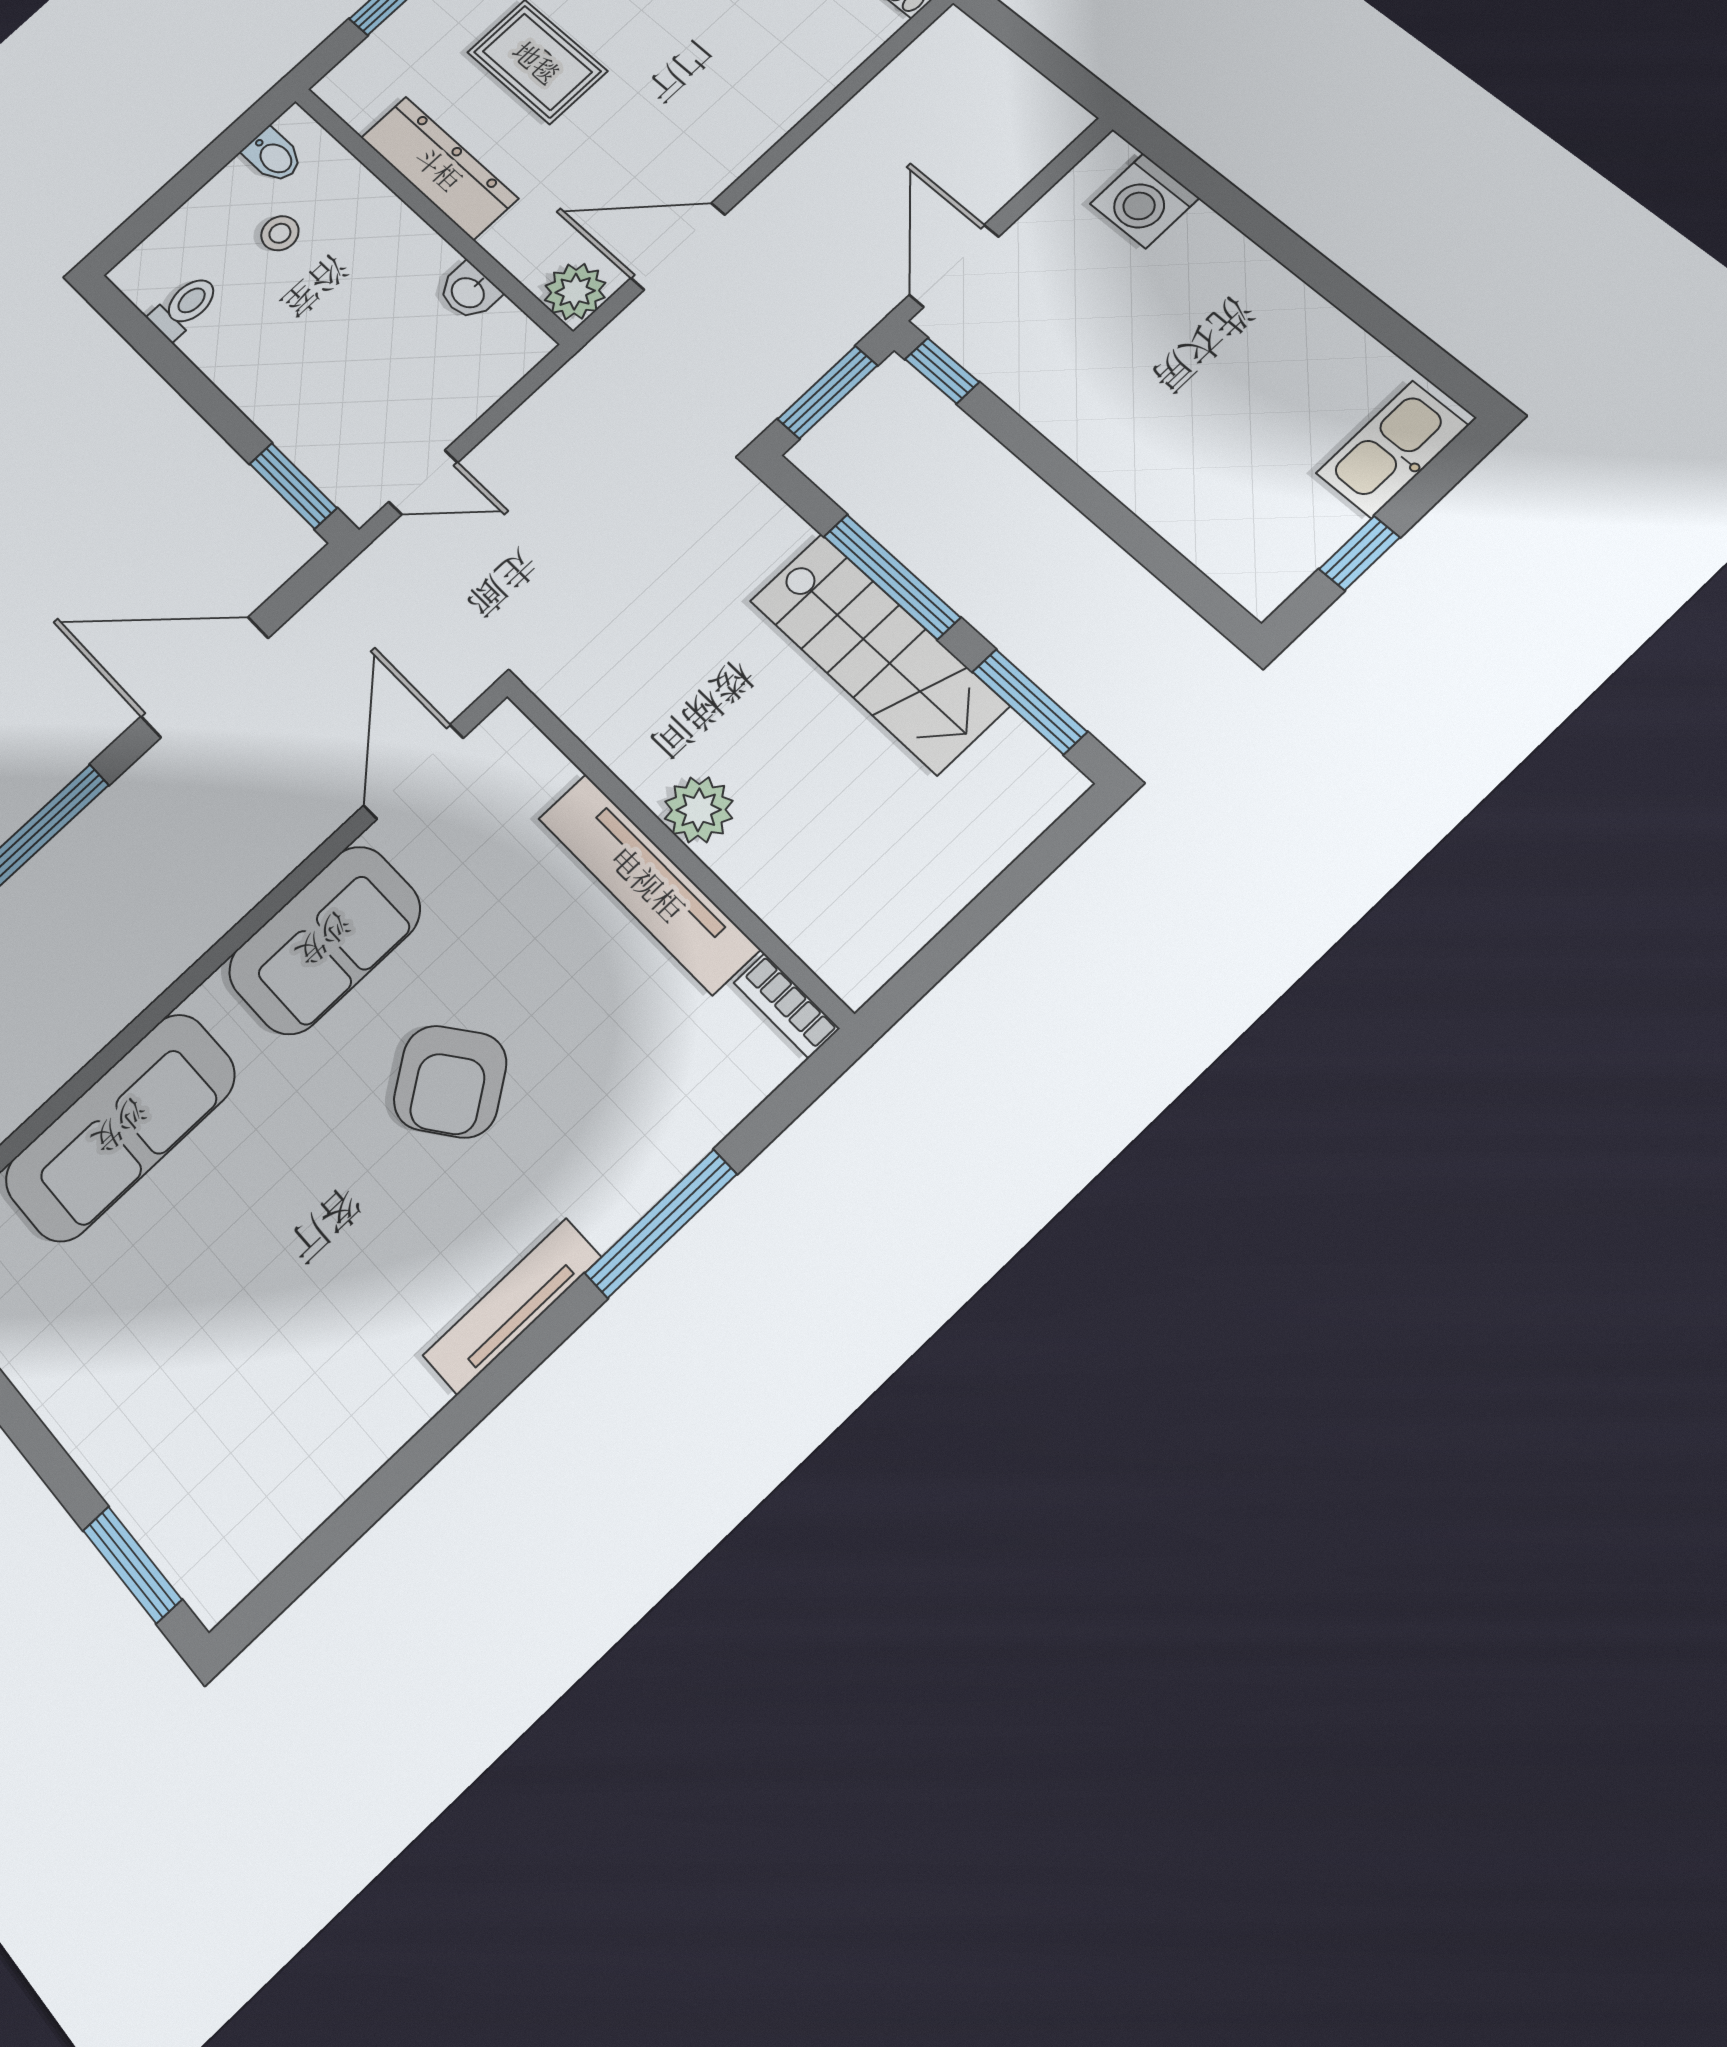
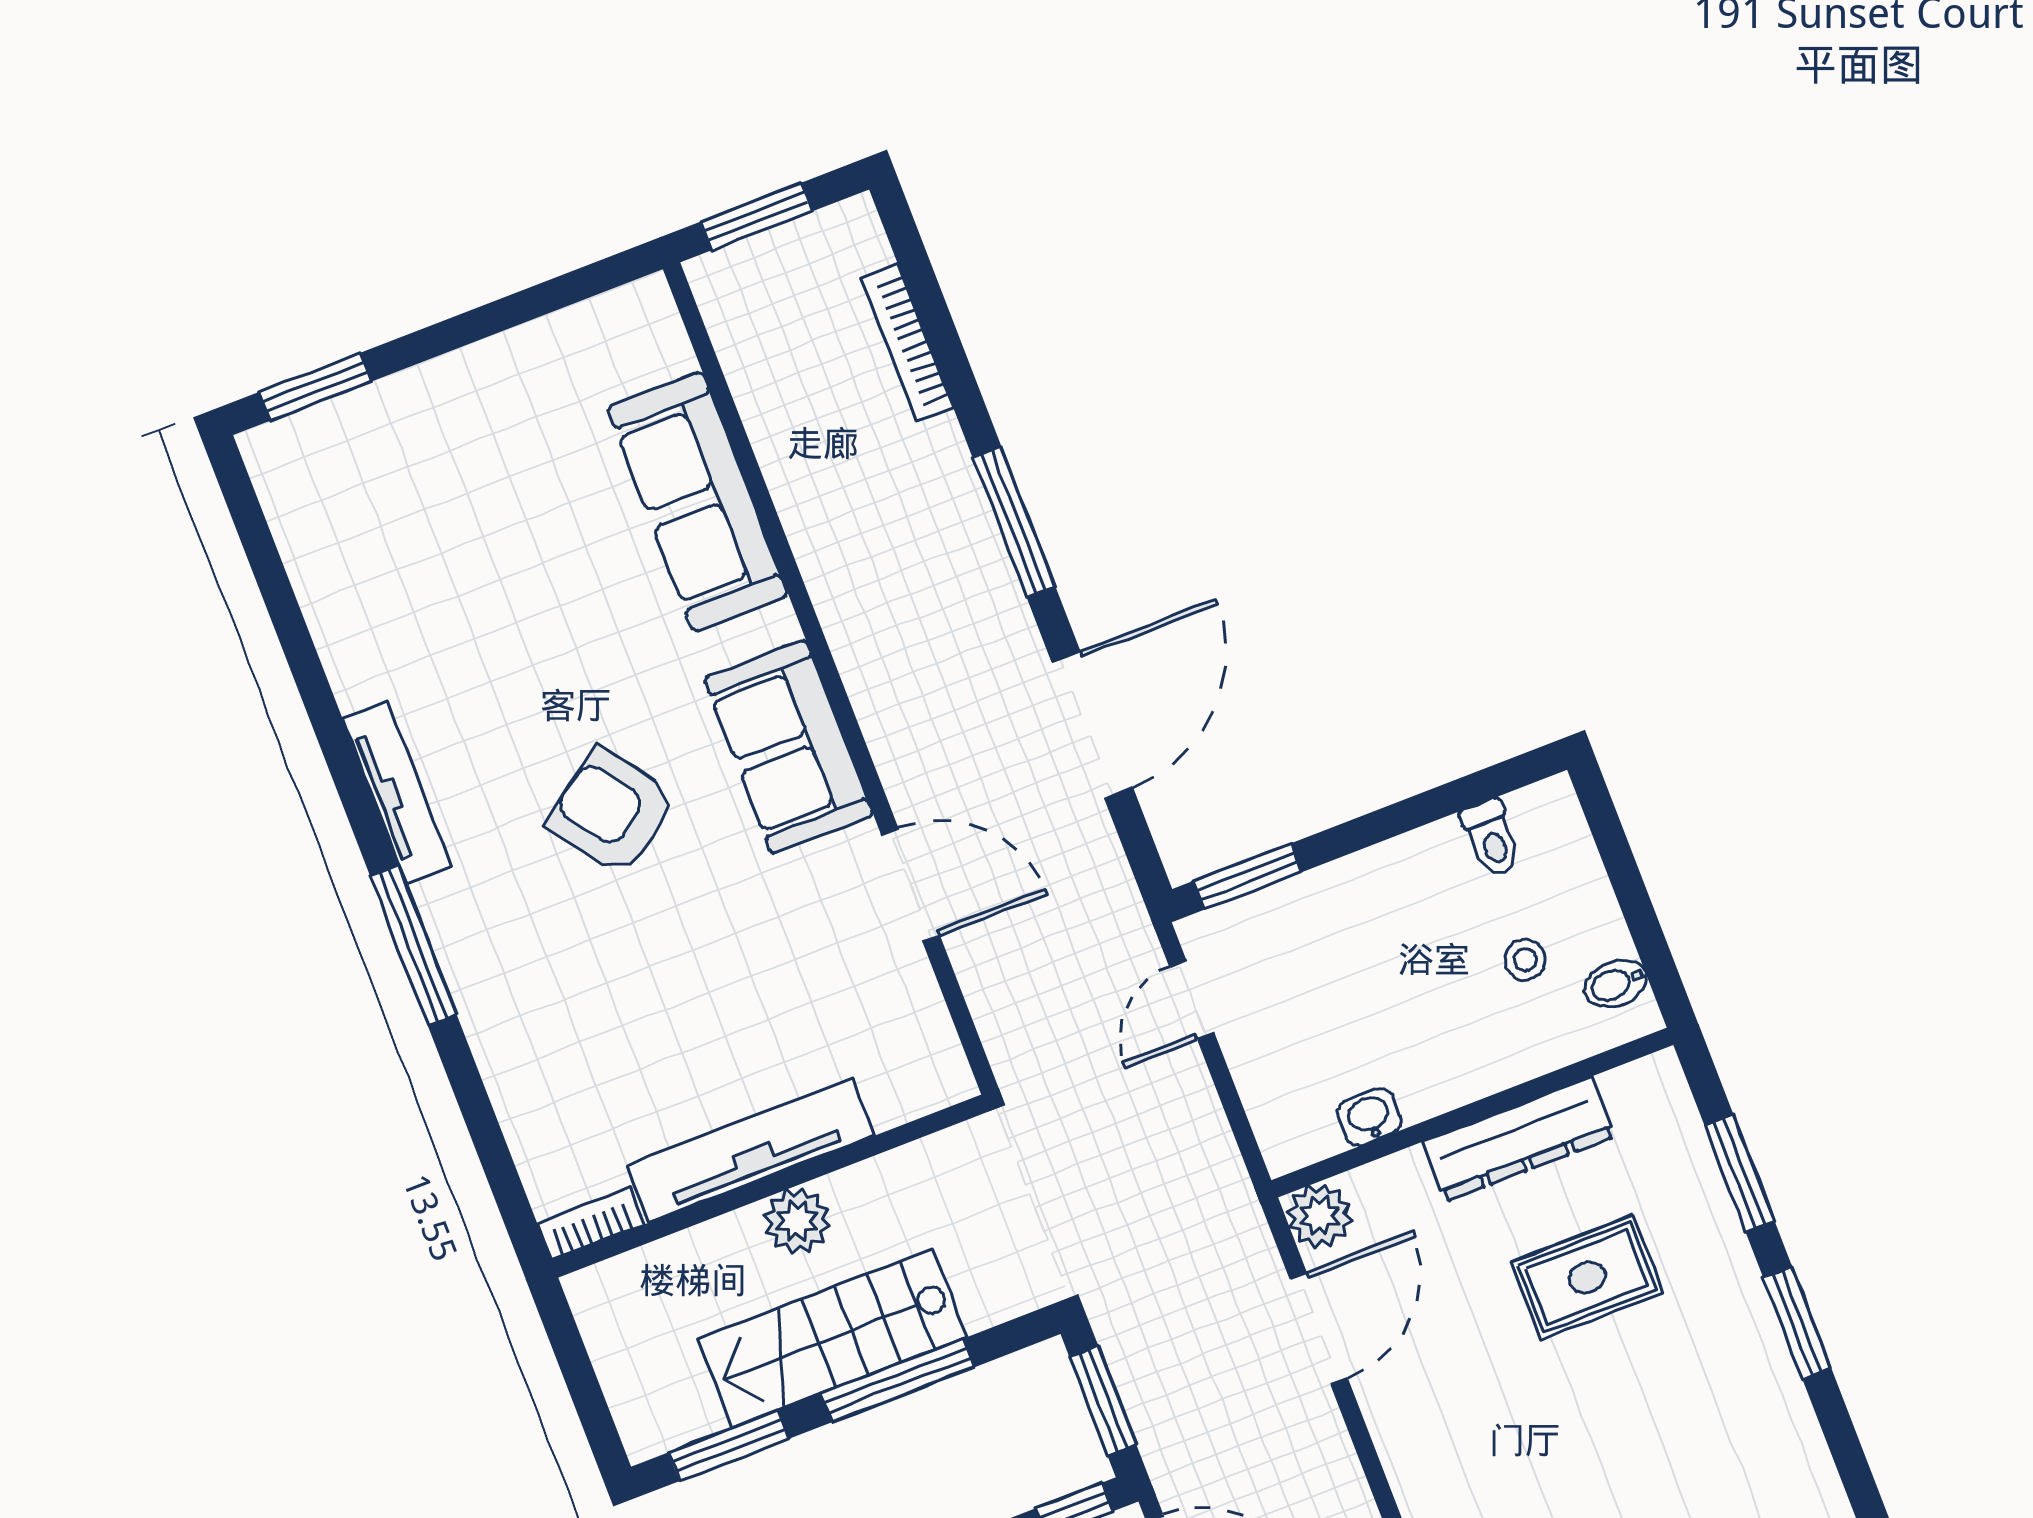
plant: (699, 810) -> (797, 1221), moved
wall: (675, 850) -> (770, 1186), moved
tv unit: (648, 883) -> (751, 1150), moved
bookcase: (786, 1006) -> (591, 1224), moved

